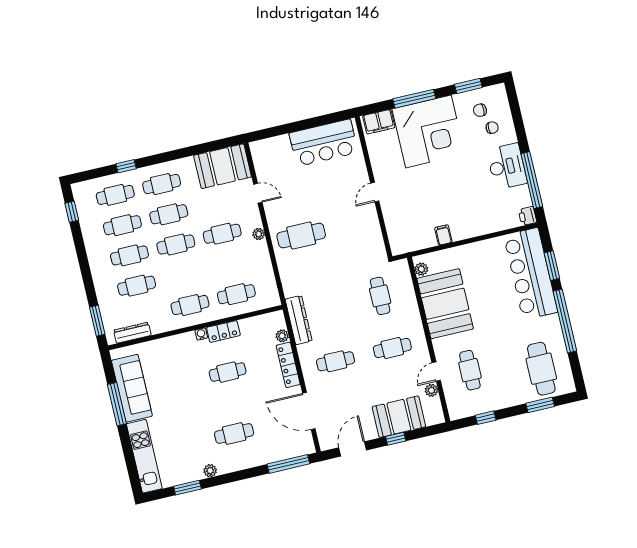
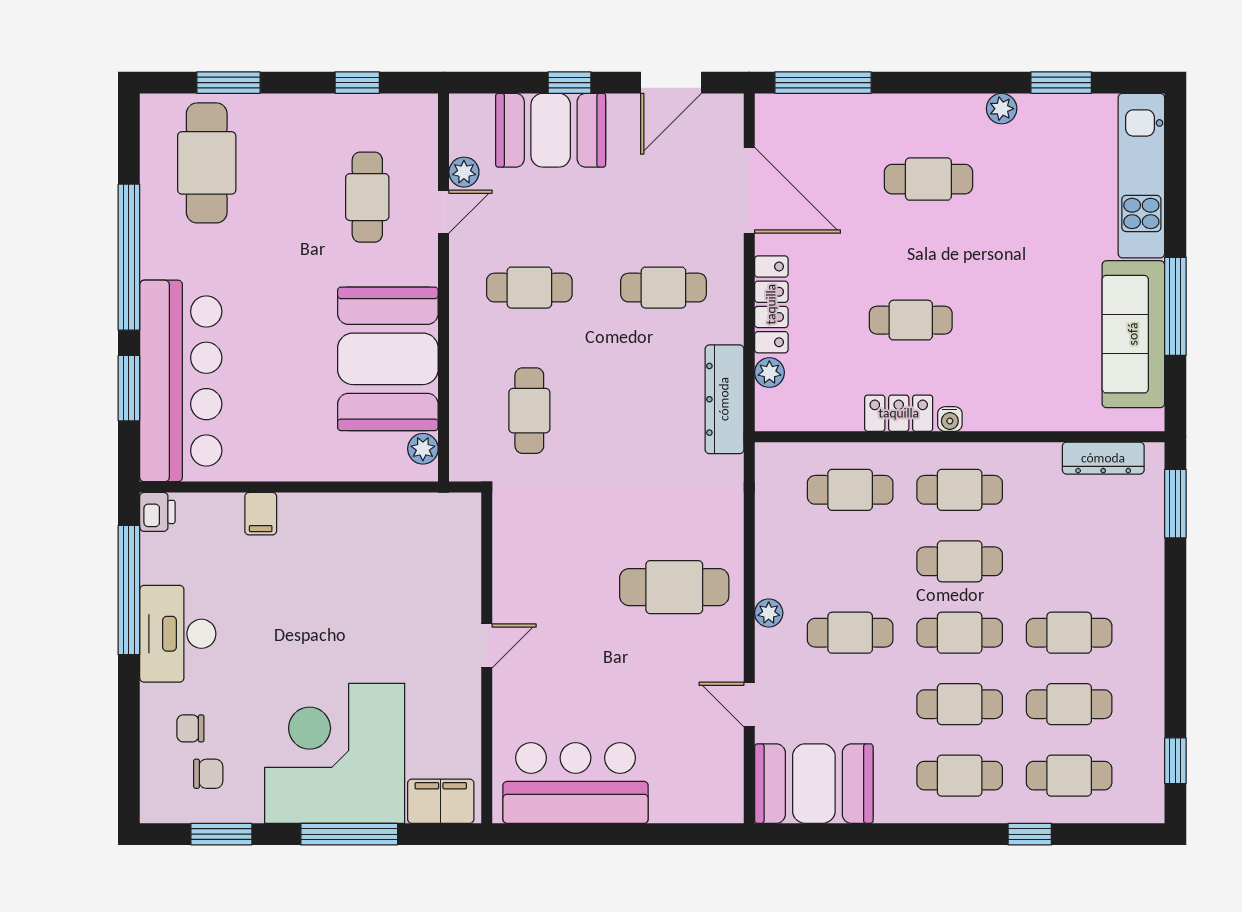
filing cabinet: (443, 235) -> (261, 514), moved
cafe table: (137, 286) -> (960, 561), moved

